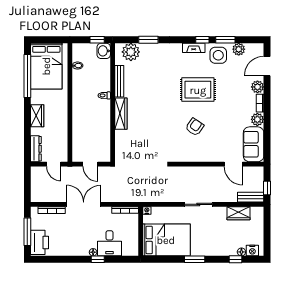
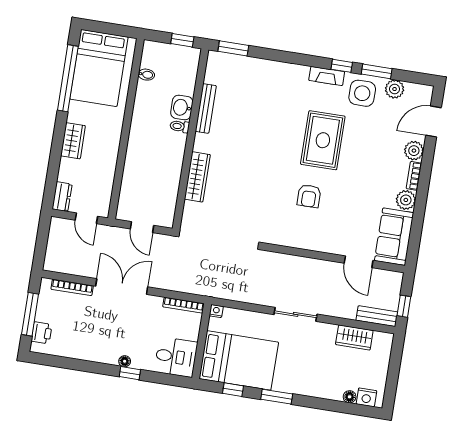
window: (148, 40) -> (233, 48), moved
washbasin: (104, 51) -> (182, 108), moved
plant: (131, 52) -> (230, 67), removed
rug: (198, 90) -> (323, 140), turned 90
wardrobe: (121, 114) -> (197, 177), moved
armchair: (195, 127) -> (309, 196), turned 145
dresser: (36, 149) -> (62, 197), width x0.70
printer: (40, 242) -> (42, 333), width x0.53, depth x0.68
desk: (109, 243) -> (176, 357), moved, turned -90
window: (236, 259) -> (233, 390), moved

